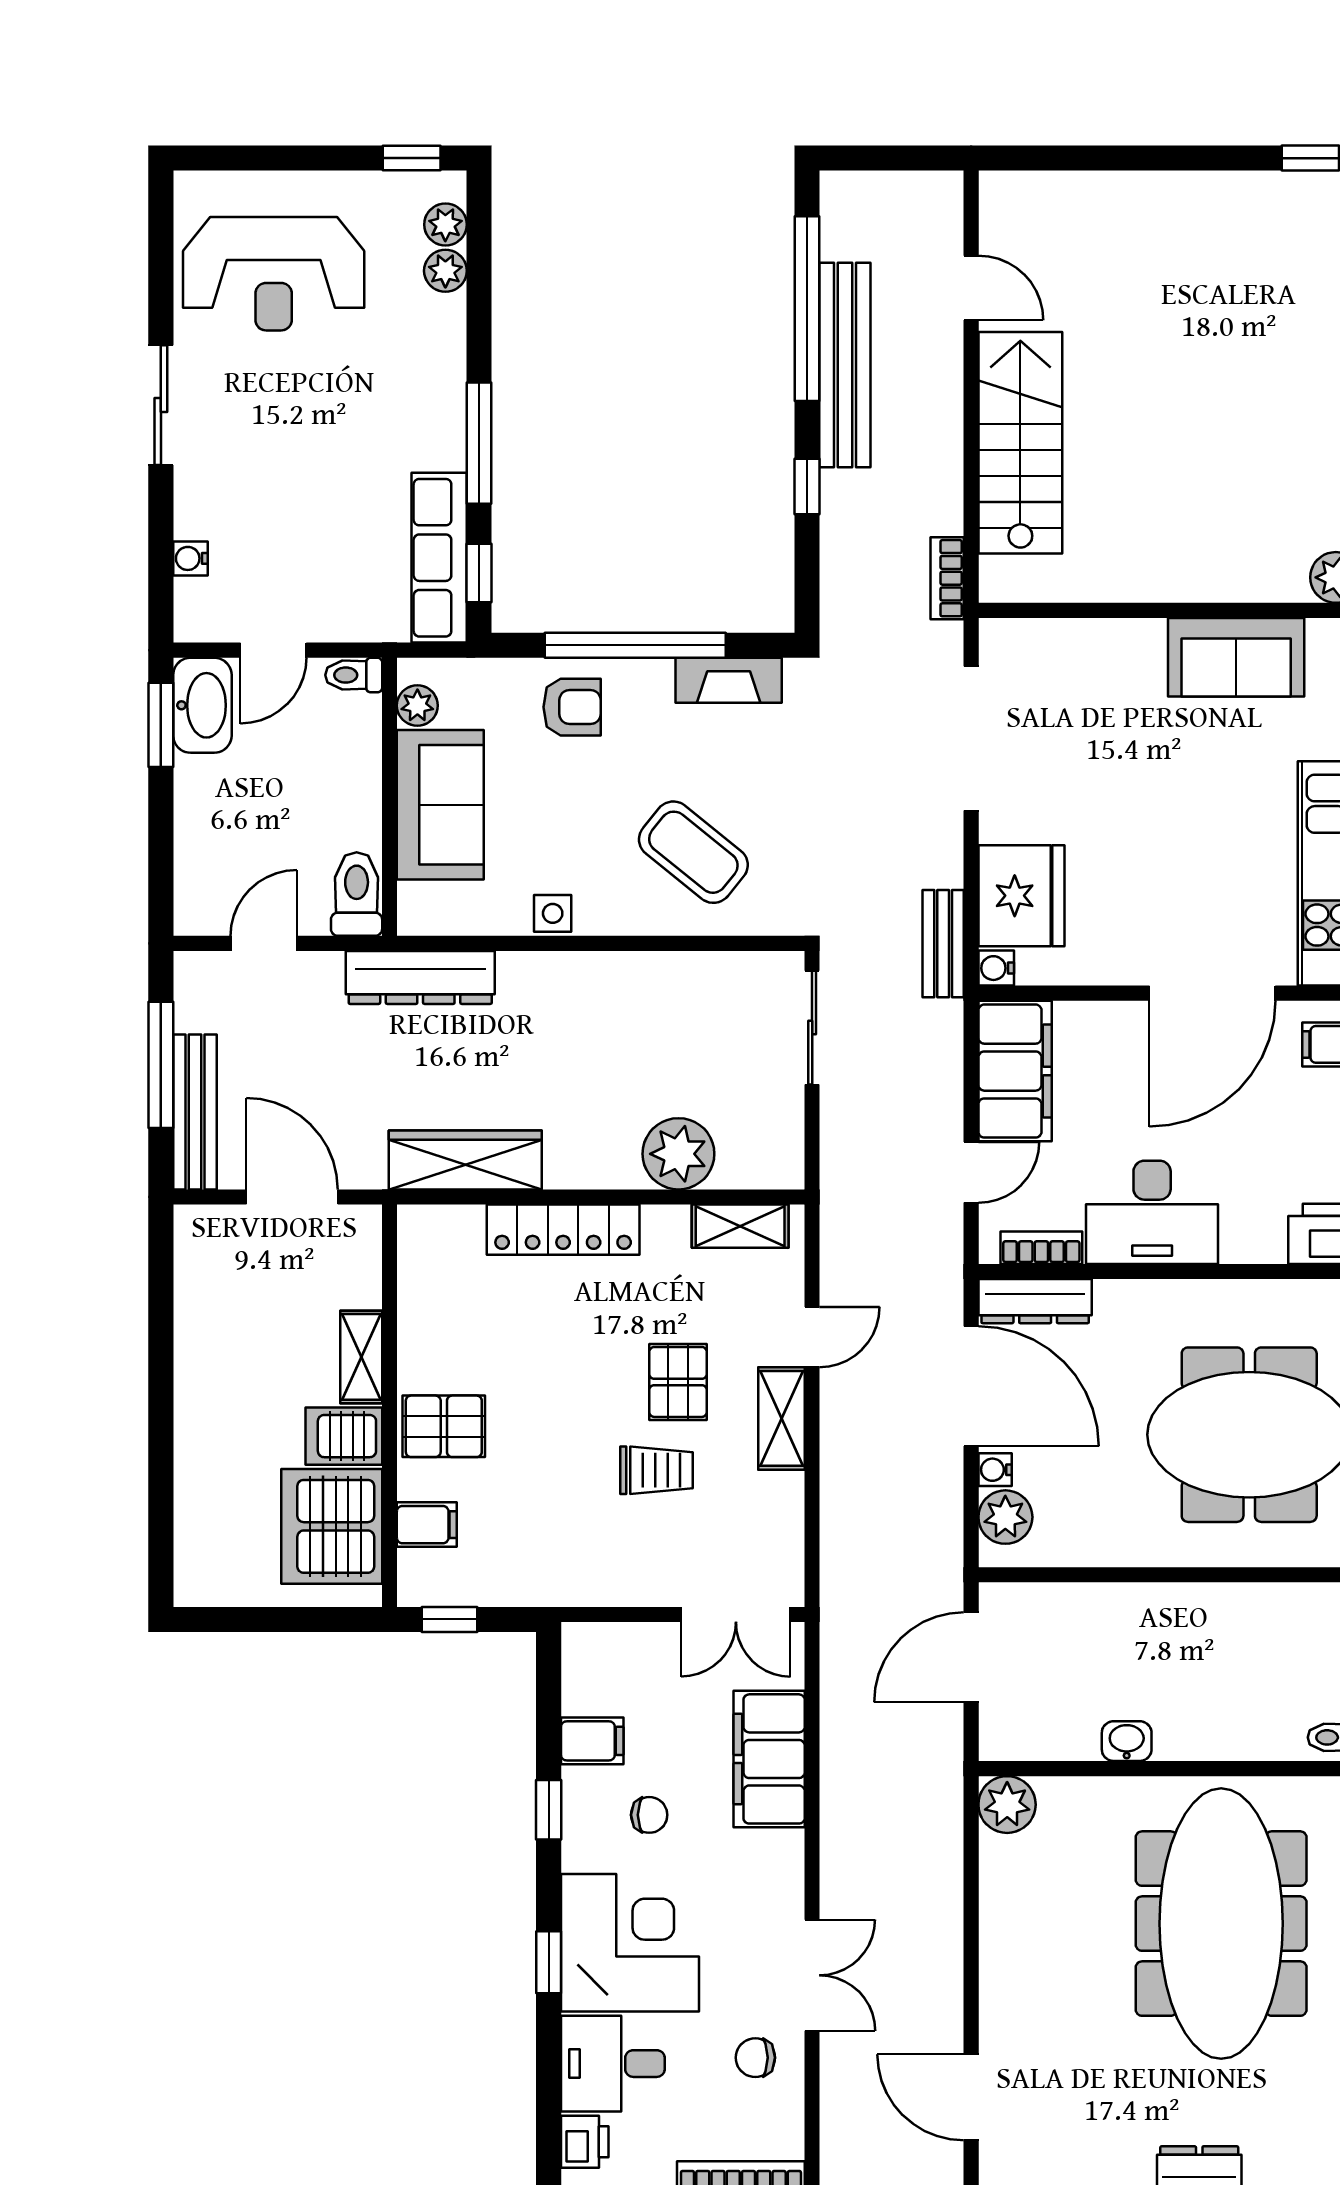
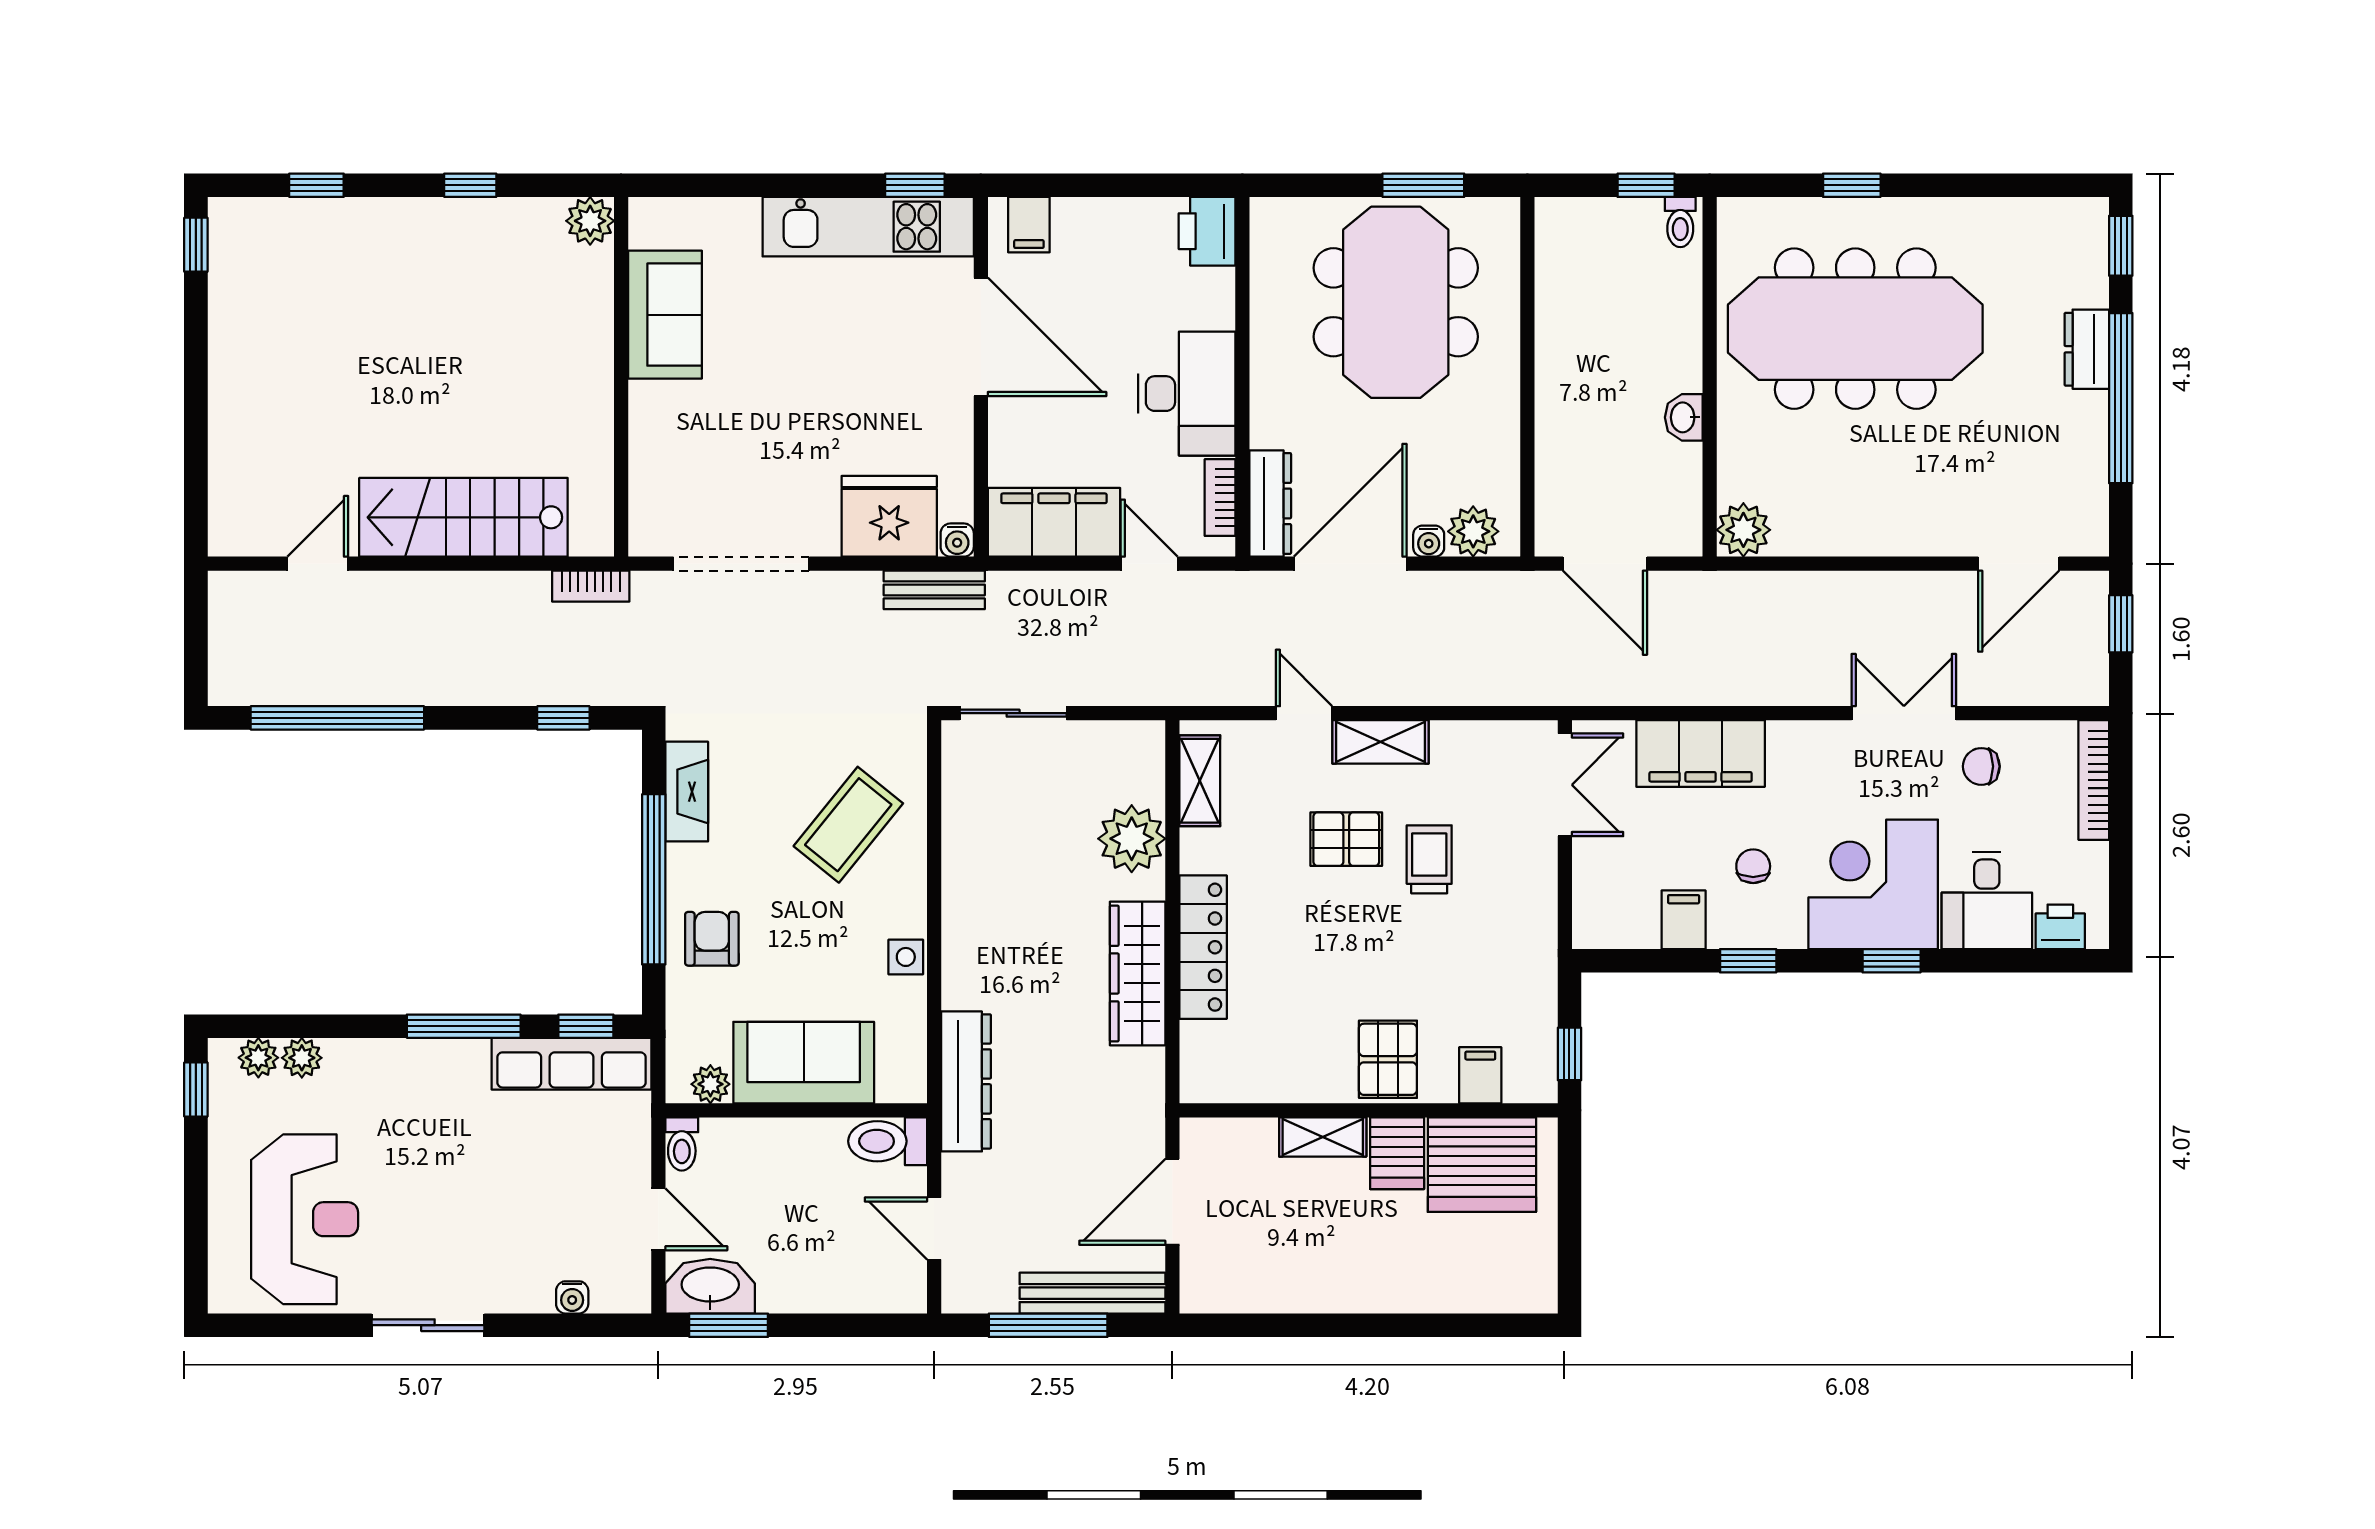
bench: (845, 365) -> (390, 682), removed
window: (807, 486) -> (563, 718), moved
wardrobe: (465, 1160) -> (1138, 974), moved
chair: (755, 2058) -> (1981, 766), turned 90

